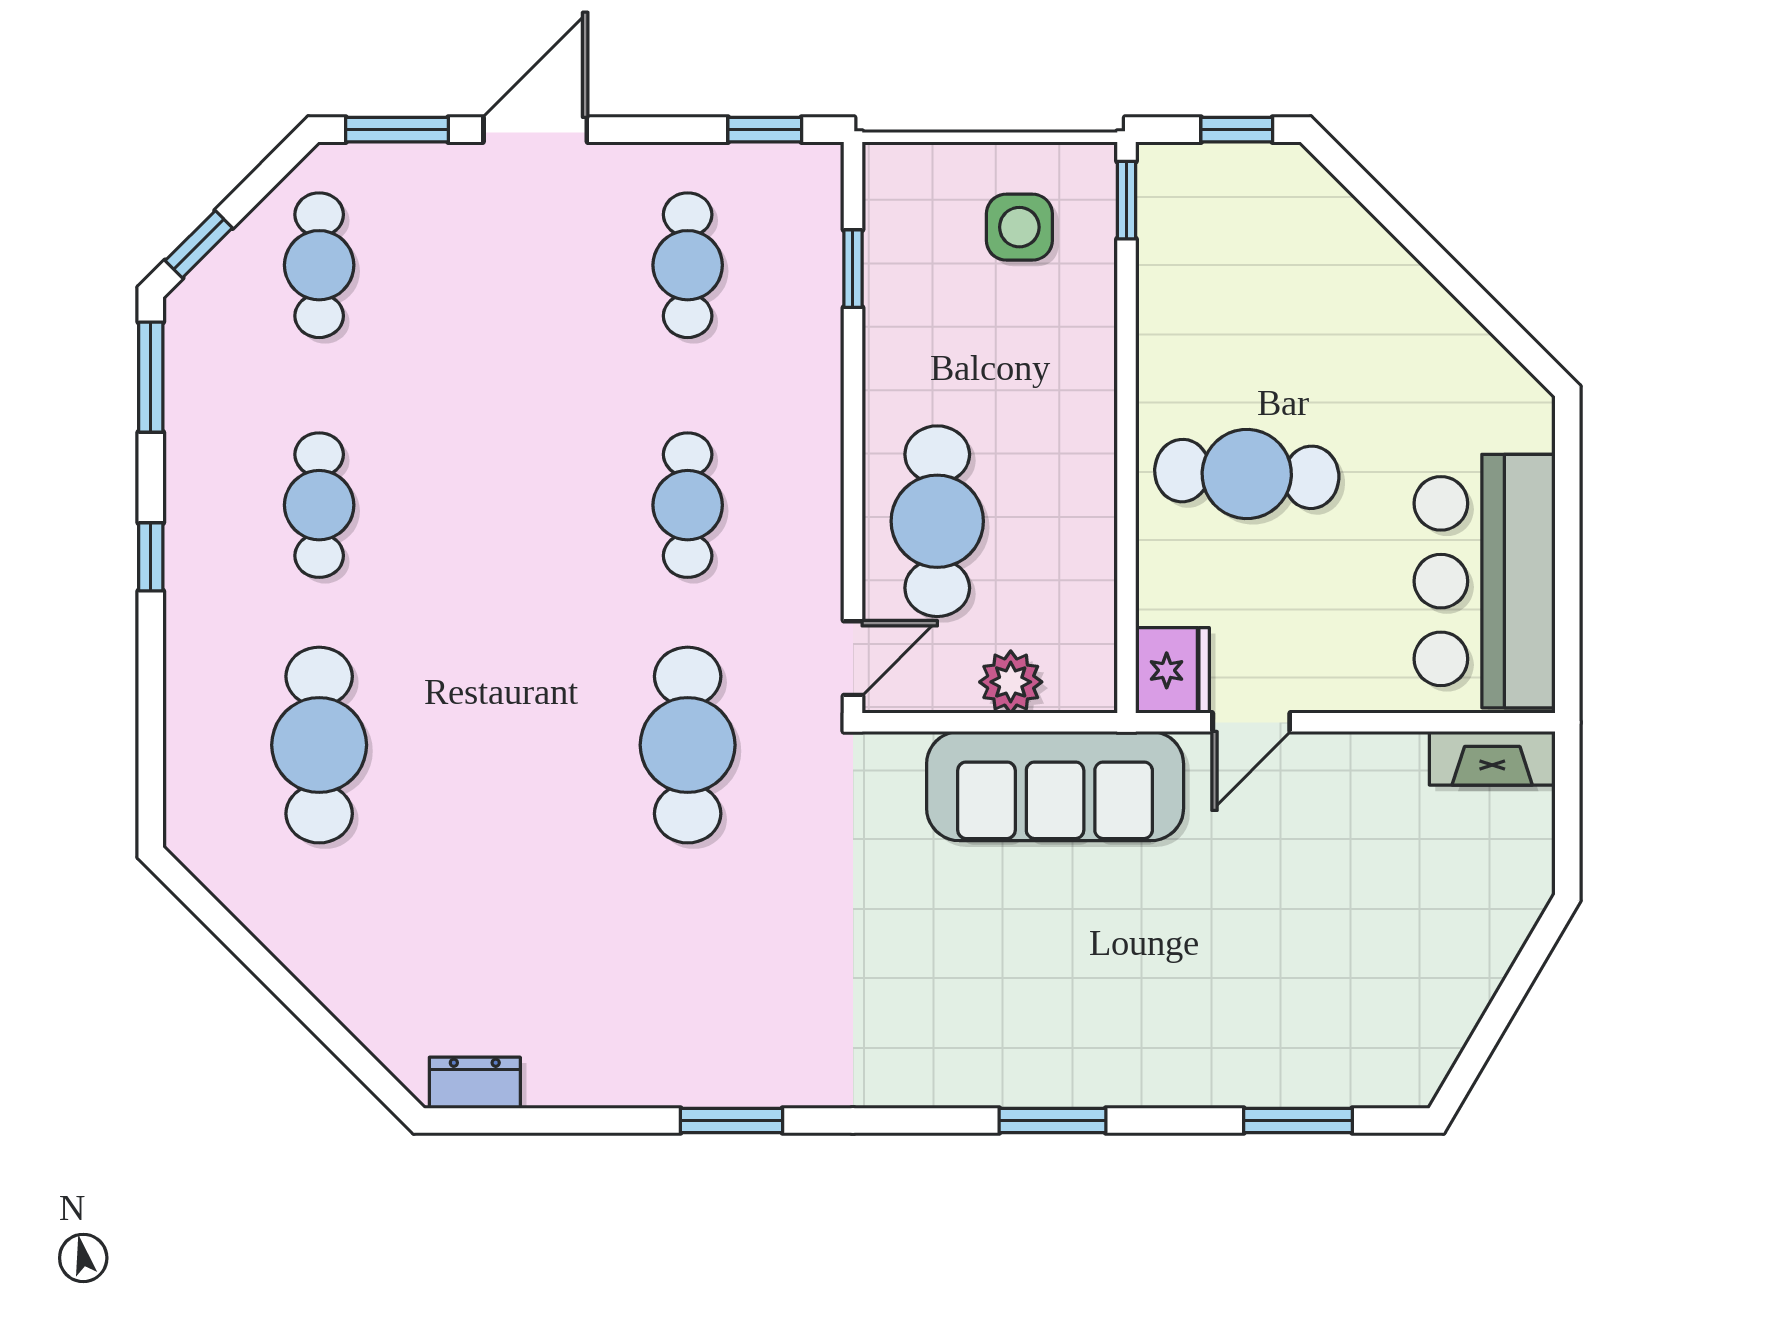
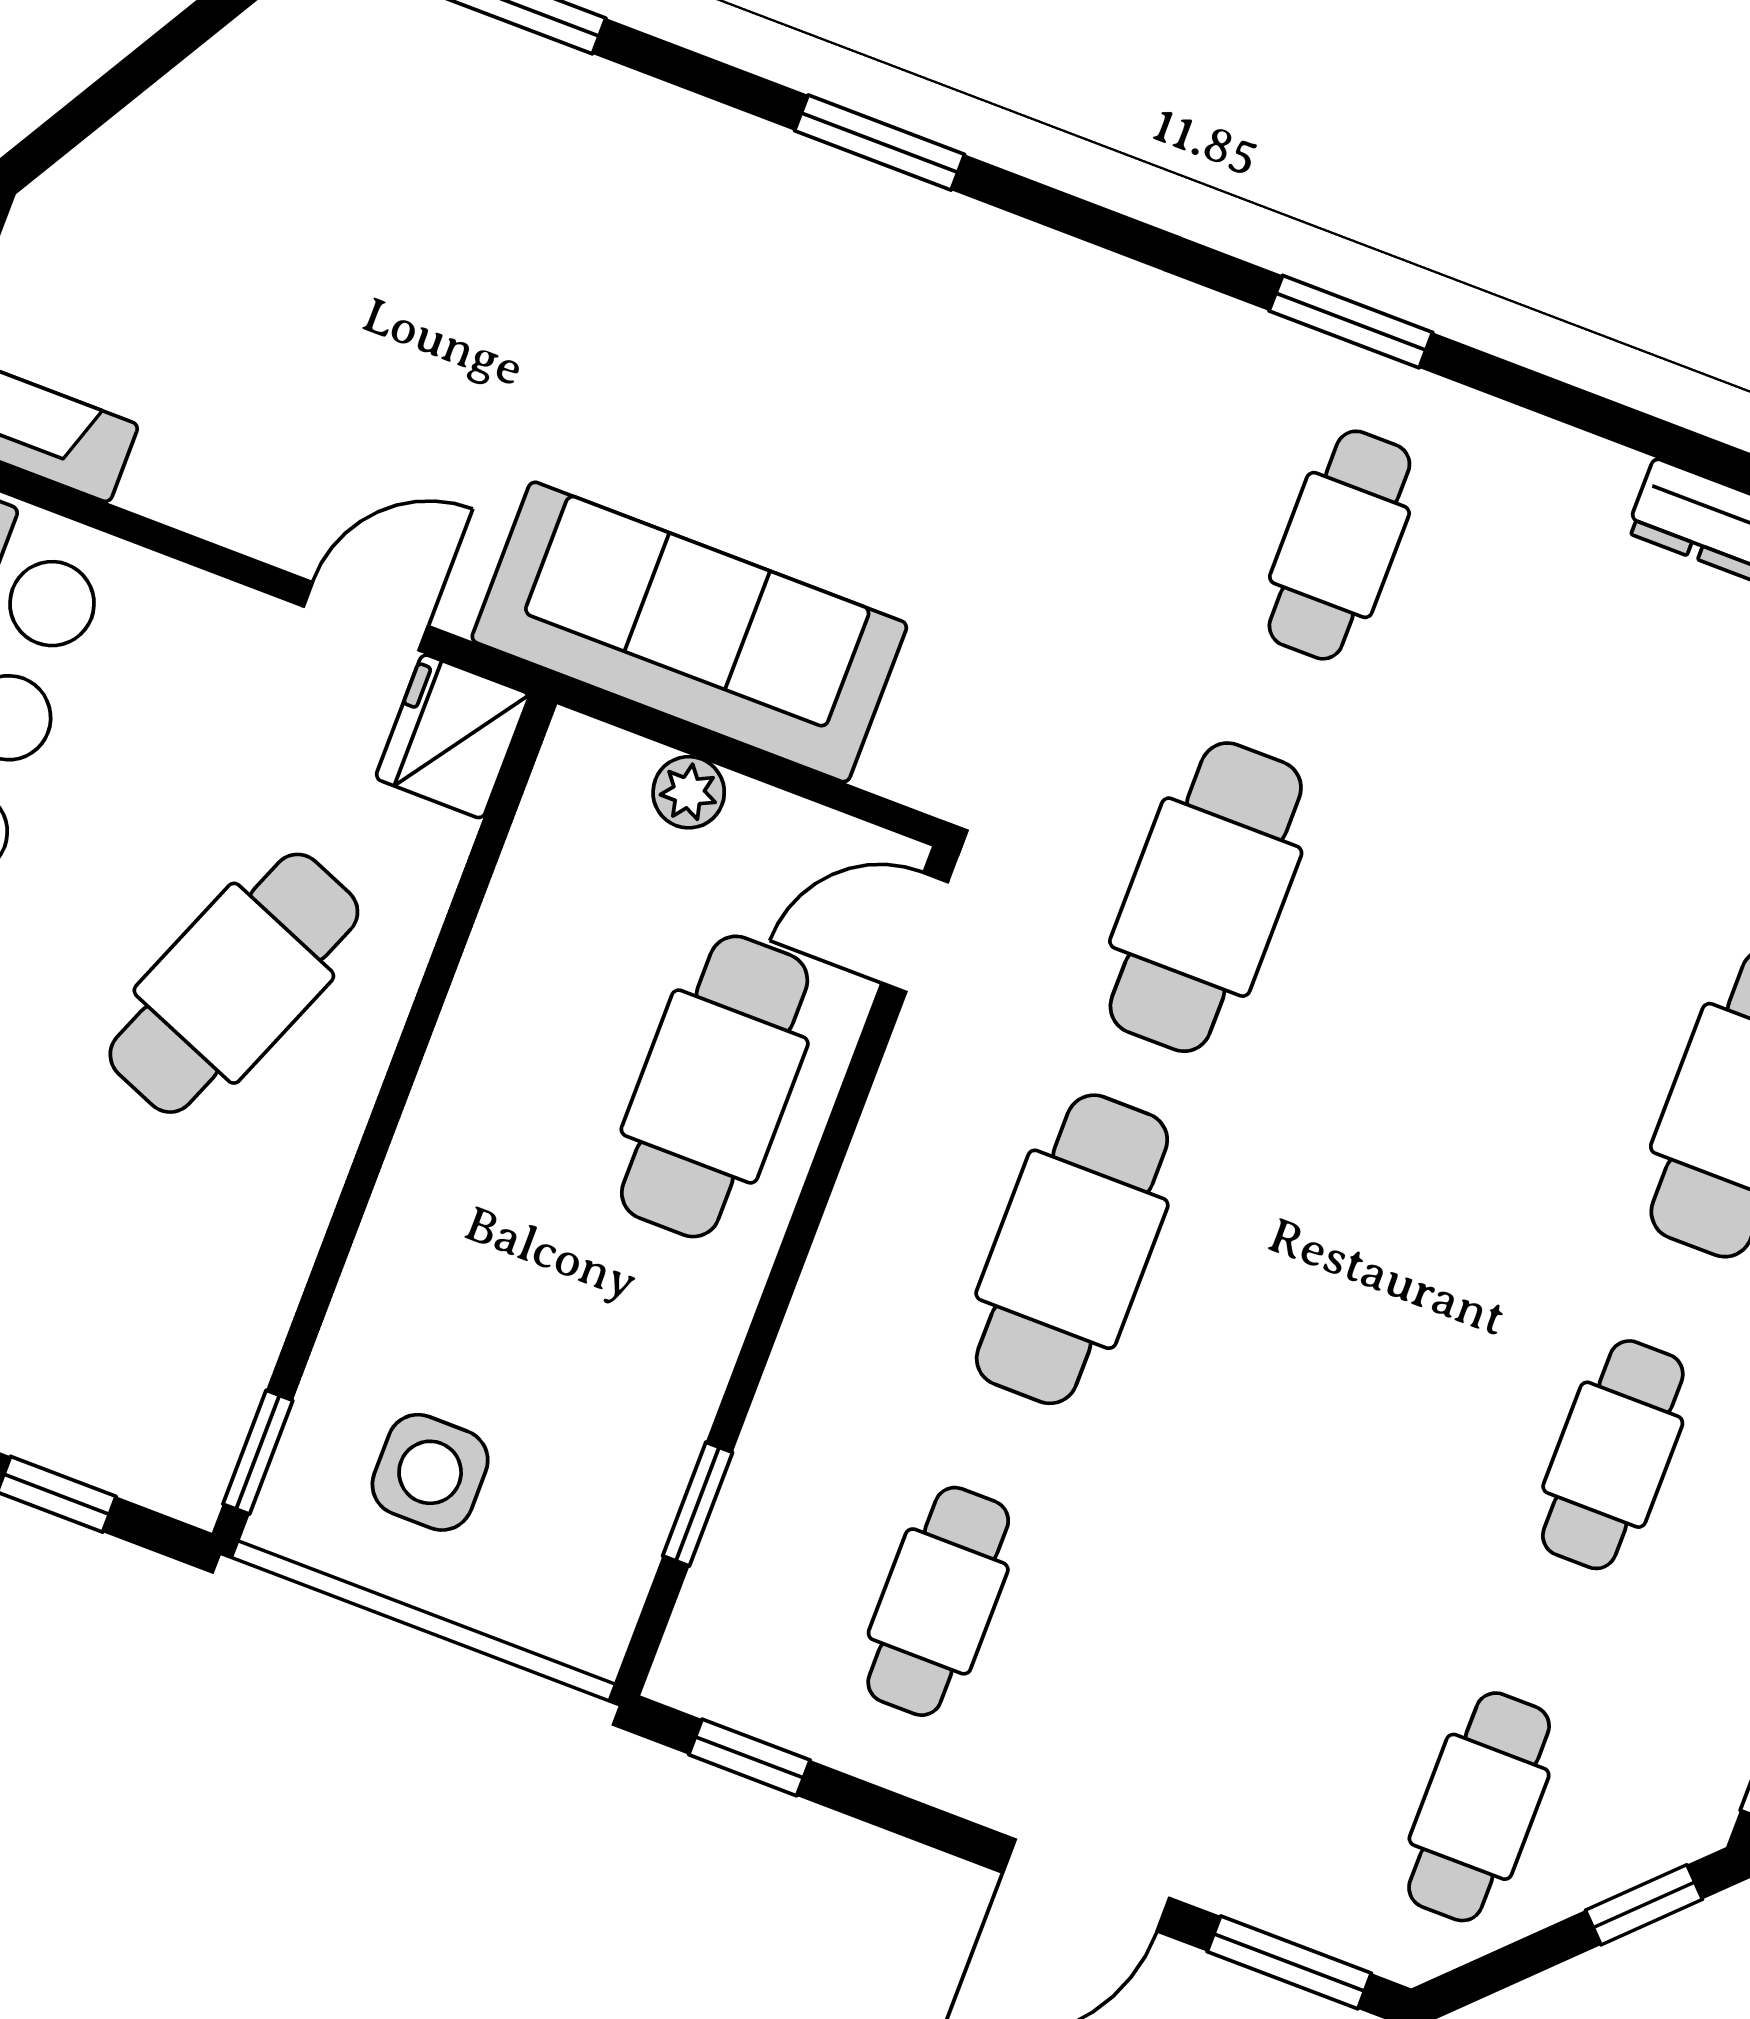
cafe table: (1247, 474) -> (234, 983), turned -71
cafe table: (688, 505) -> (1072, 1249), width x1.37, depth x1.35
plant: (1011, 682) -> (689, 792), width x0.73, depth x0.73
cafe table: (688, 985) -> (1339, 545), added

